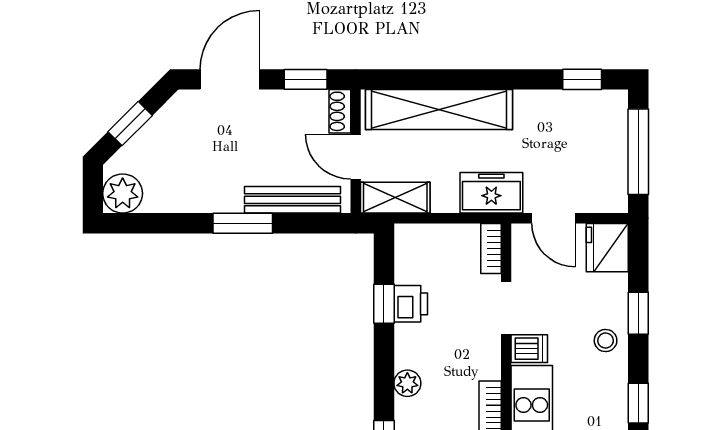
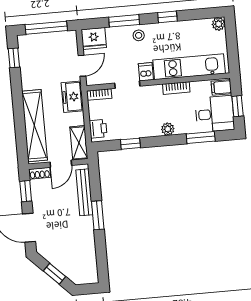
plant: (123, 194) -> (89, 274), removed
printer: (411, 304) -> (98, 129), moved, turned 90
window: (638, 313) -> (124, 21), width x1.50

